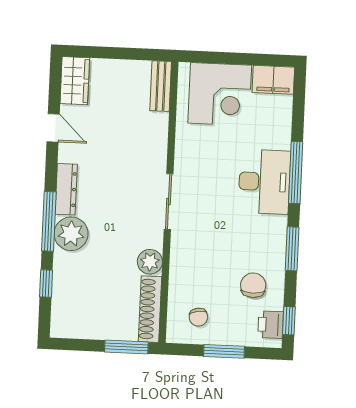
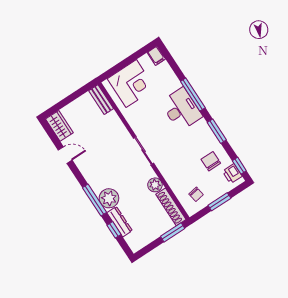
filing cabinet: (273, 80) -> (156, 56), width x0.50
dresser: (66, 189) -> (120, 222), moved

